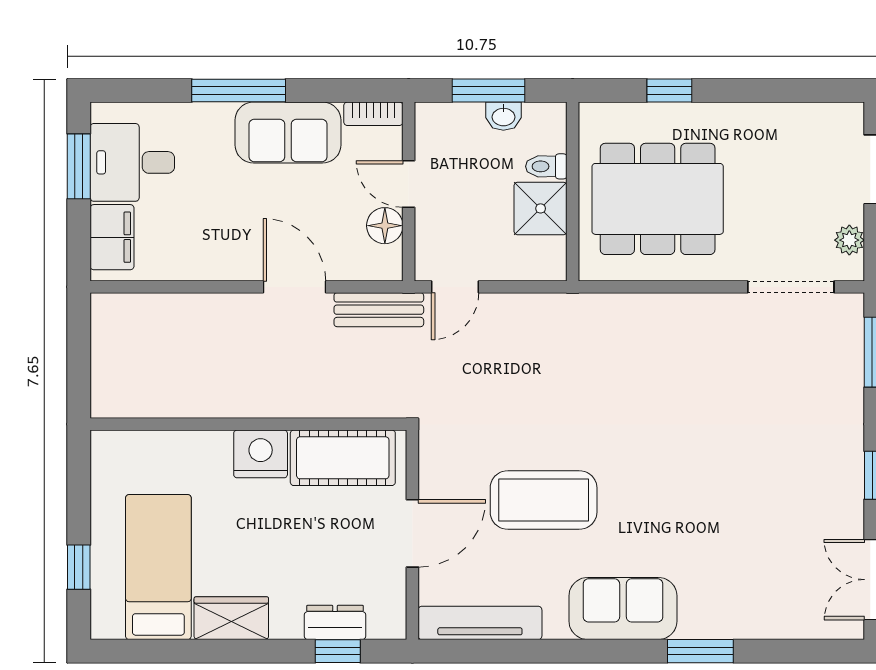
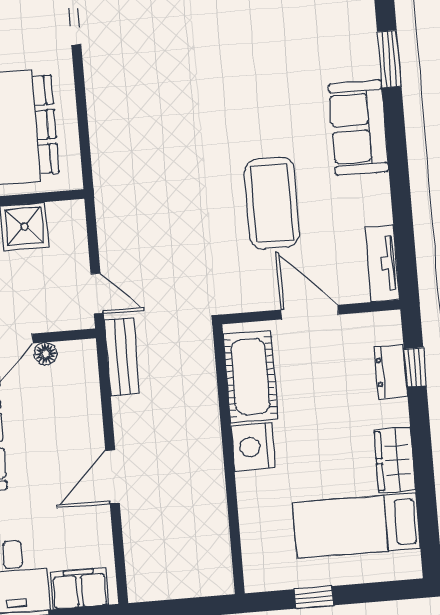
floor lamp: (385, 226) -> (46, 354), width x0.73, depth x0.73
door: (294, 287) -> (113, 477), moved
window: (79, 567) -> (314, 597), moved
tv unit: (480, 623) -> (382, 264), width x0.71

